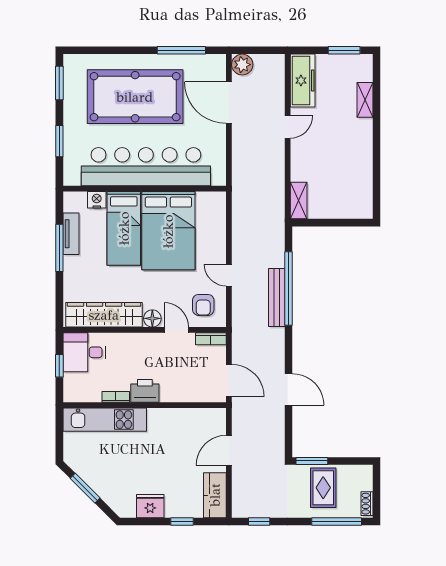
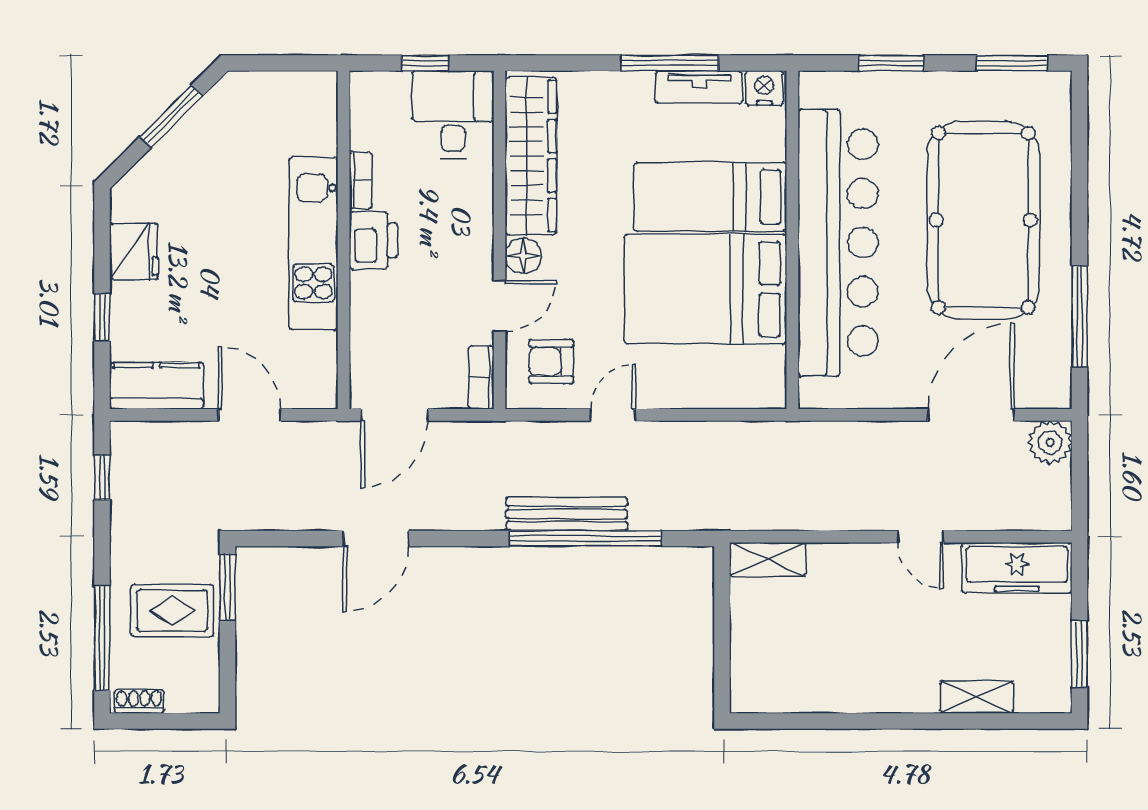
nightstand: (97, 200) -> (764, 88), moved, turned -90
kitchen unit: (105, 420) -> (313, 243), moved

